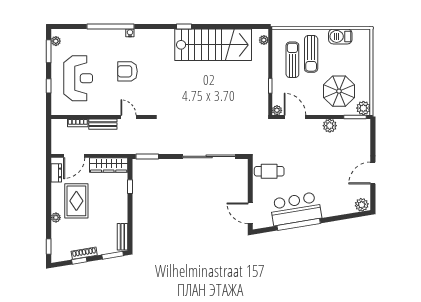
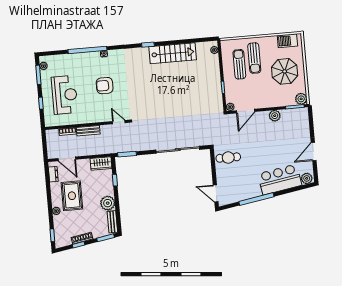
barbecue: (340, 36) -> (287, 41), moved
stairs: (213, 45) -> (173, 53), width x0.73, depth x0.66
parasol: (339, 91) -> (285, 71), moved
door: (128, 117) -> (119, 122), moved
door: (295, 117) -> (246, 111), swing flipped
door: (74, 156) -> (67, 159), hinge flipped
wardrobe: (109, 165) -> (101, 163), width x0.67
bar counter: (296, 209) -> (280, 180), moved
plant: (119, 214) -> (108, 203), added

